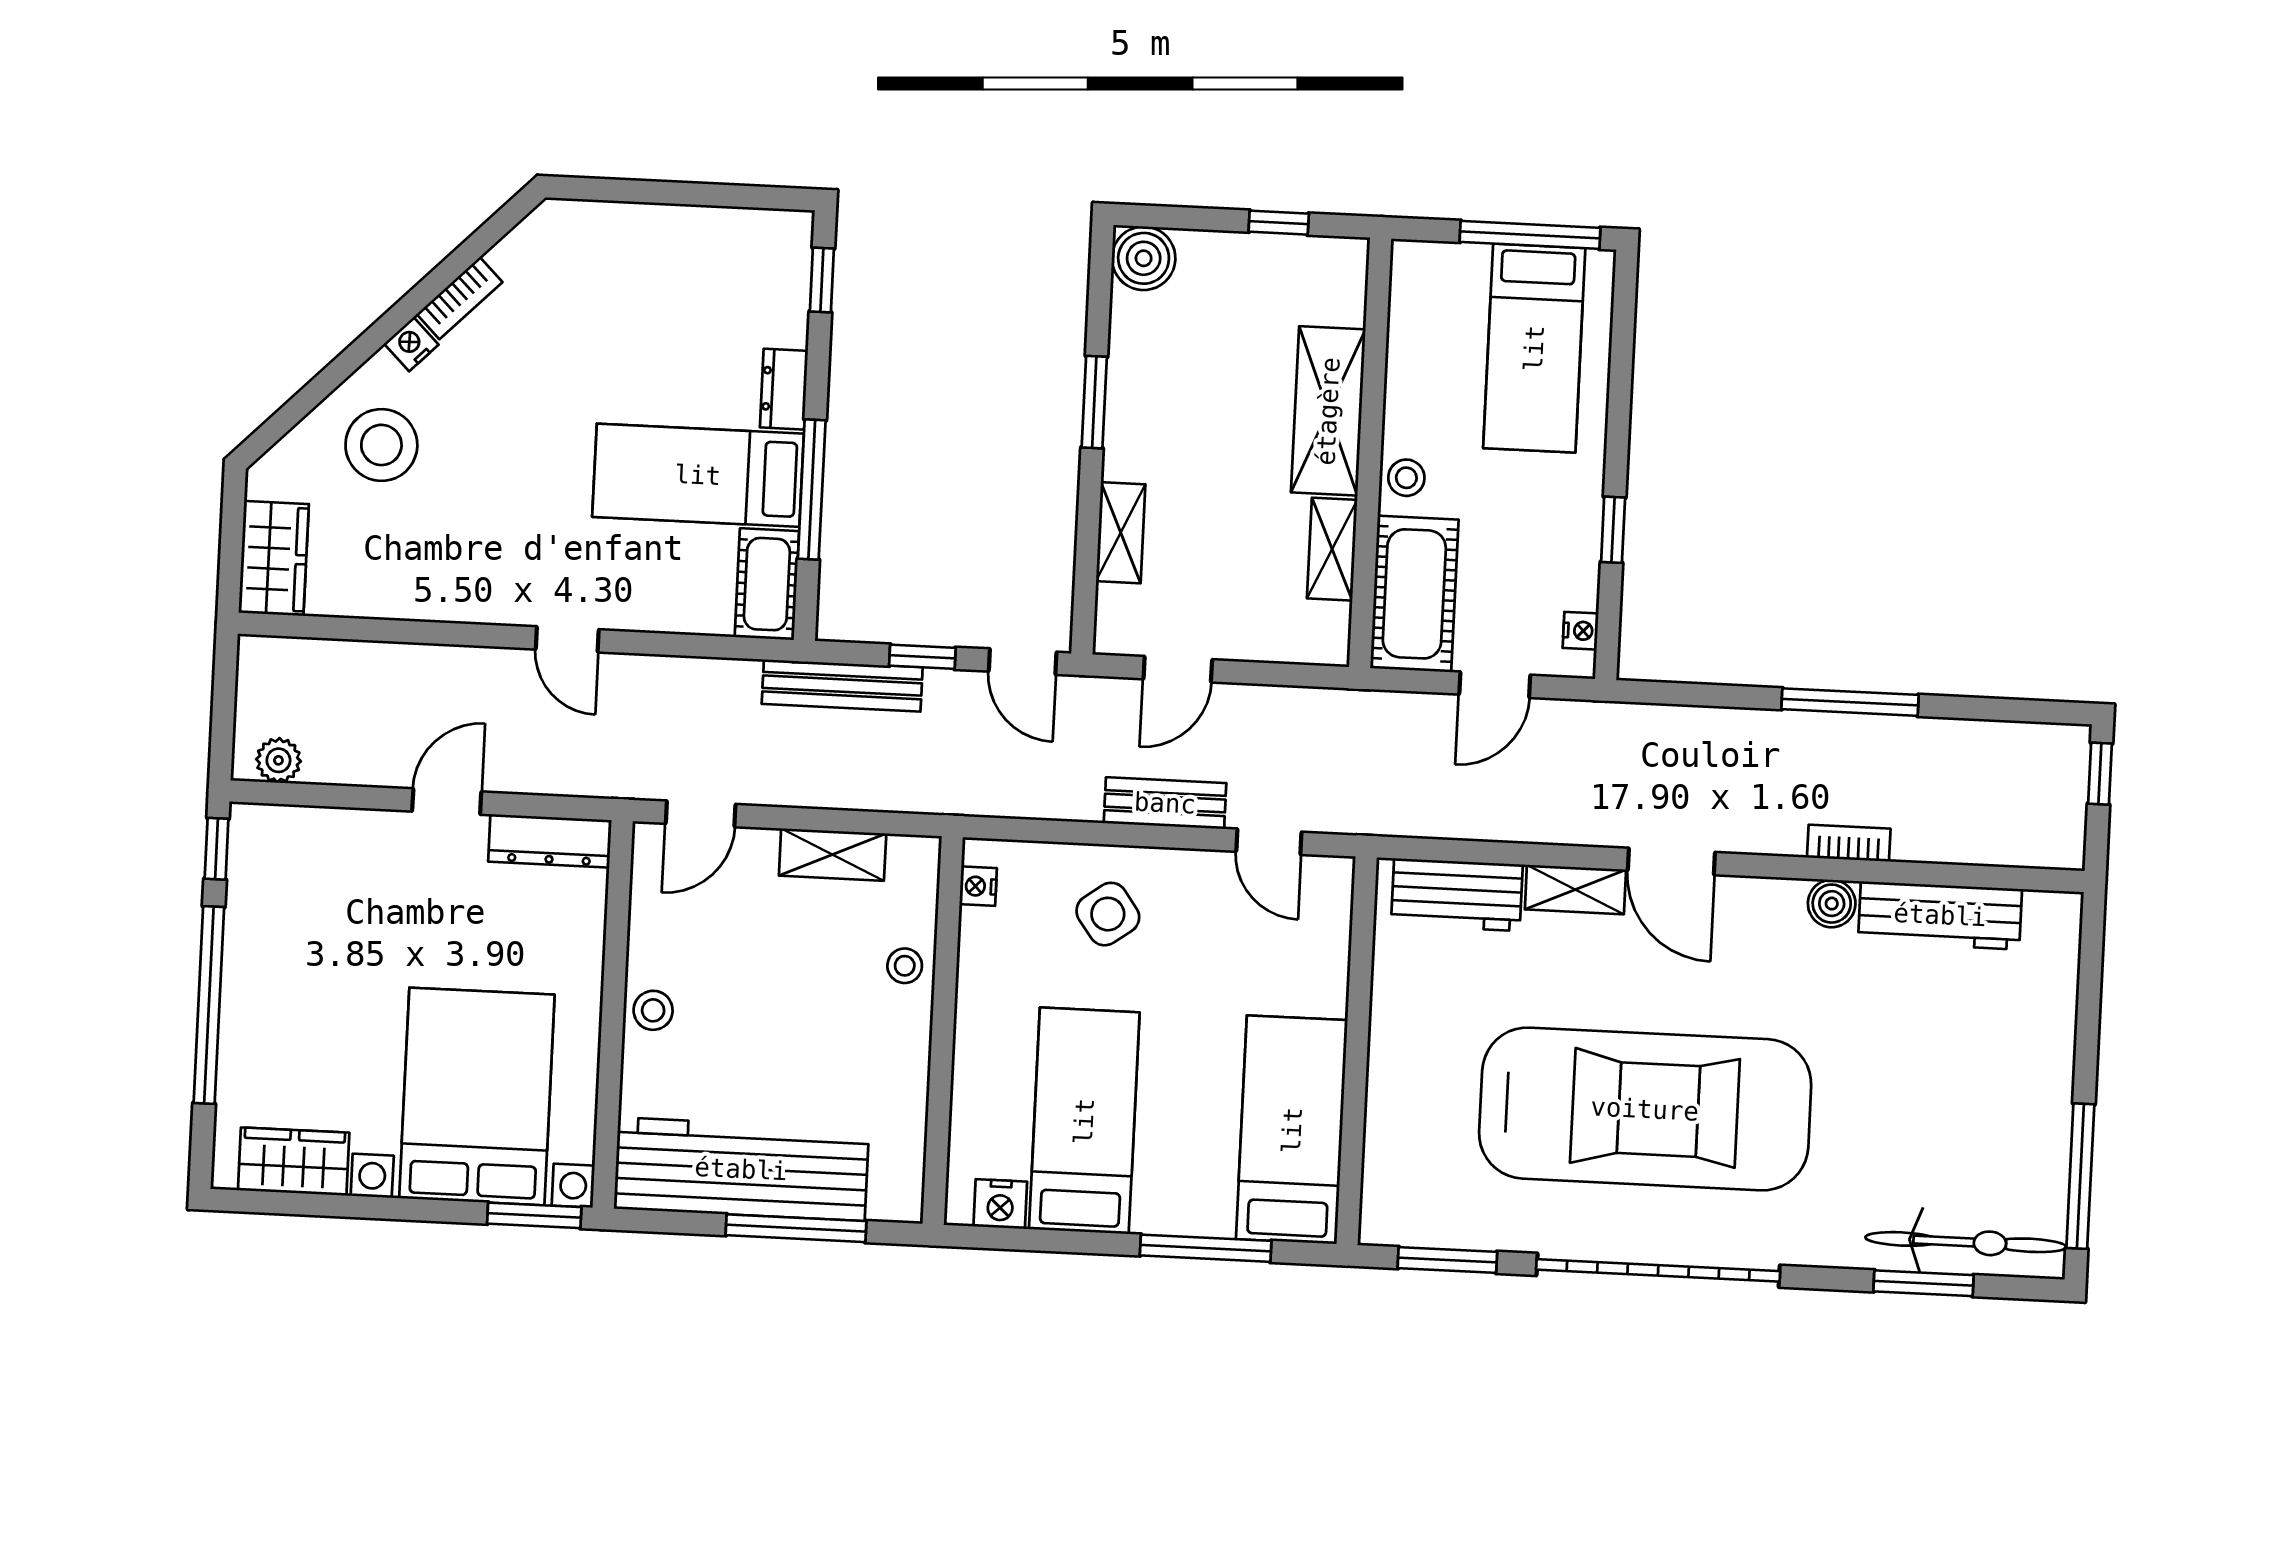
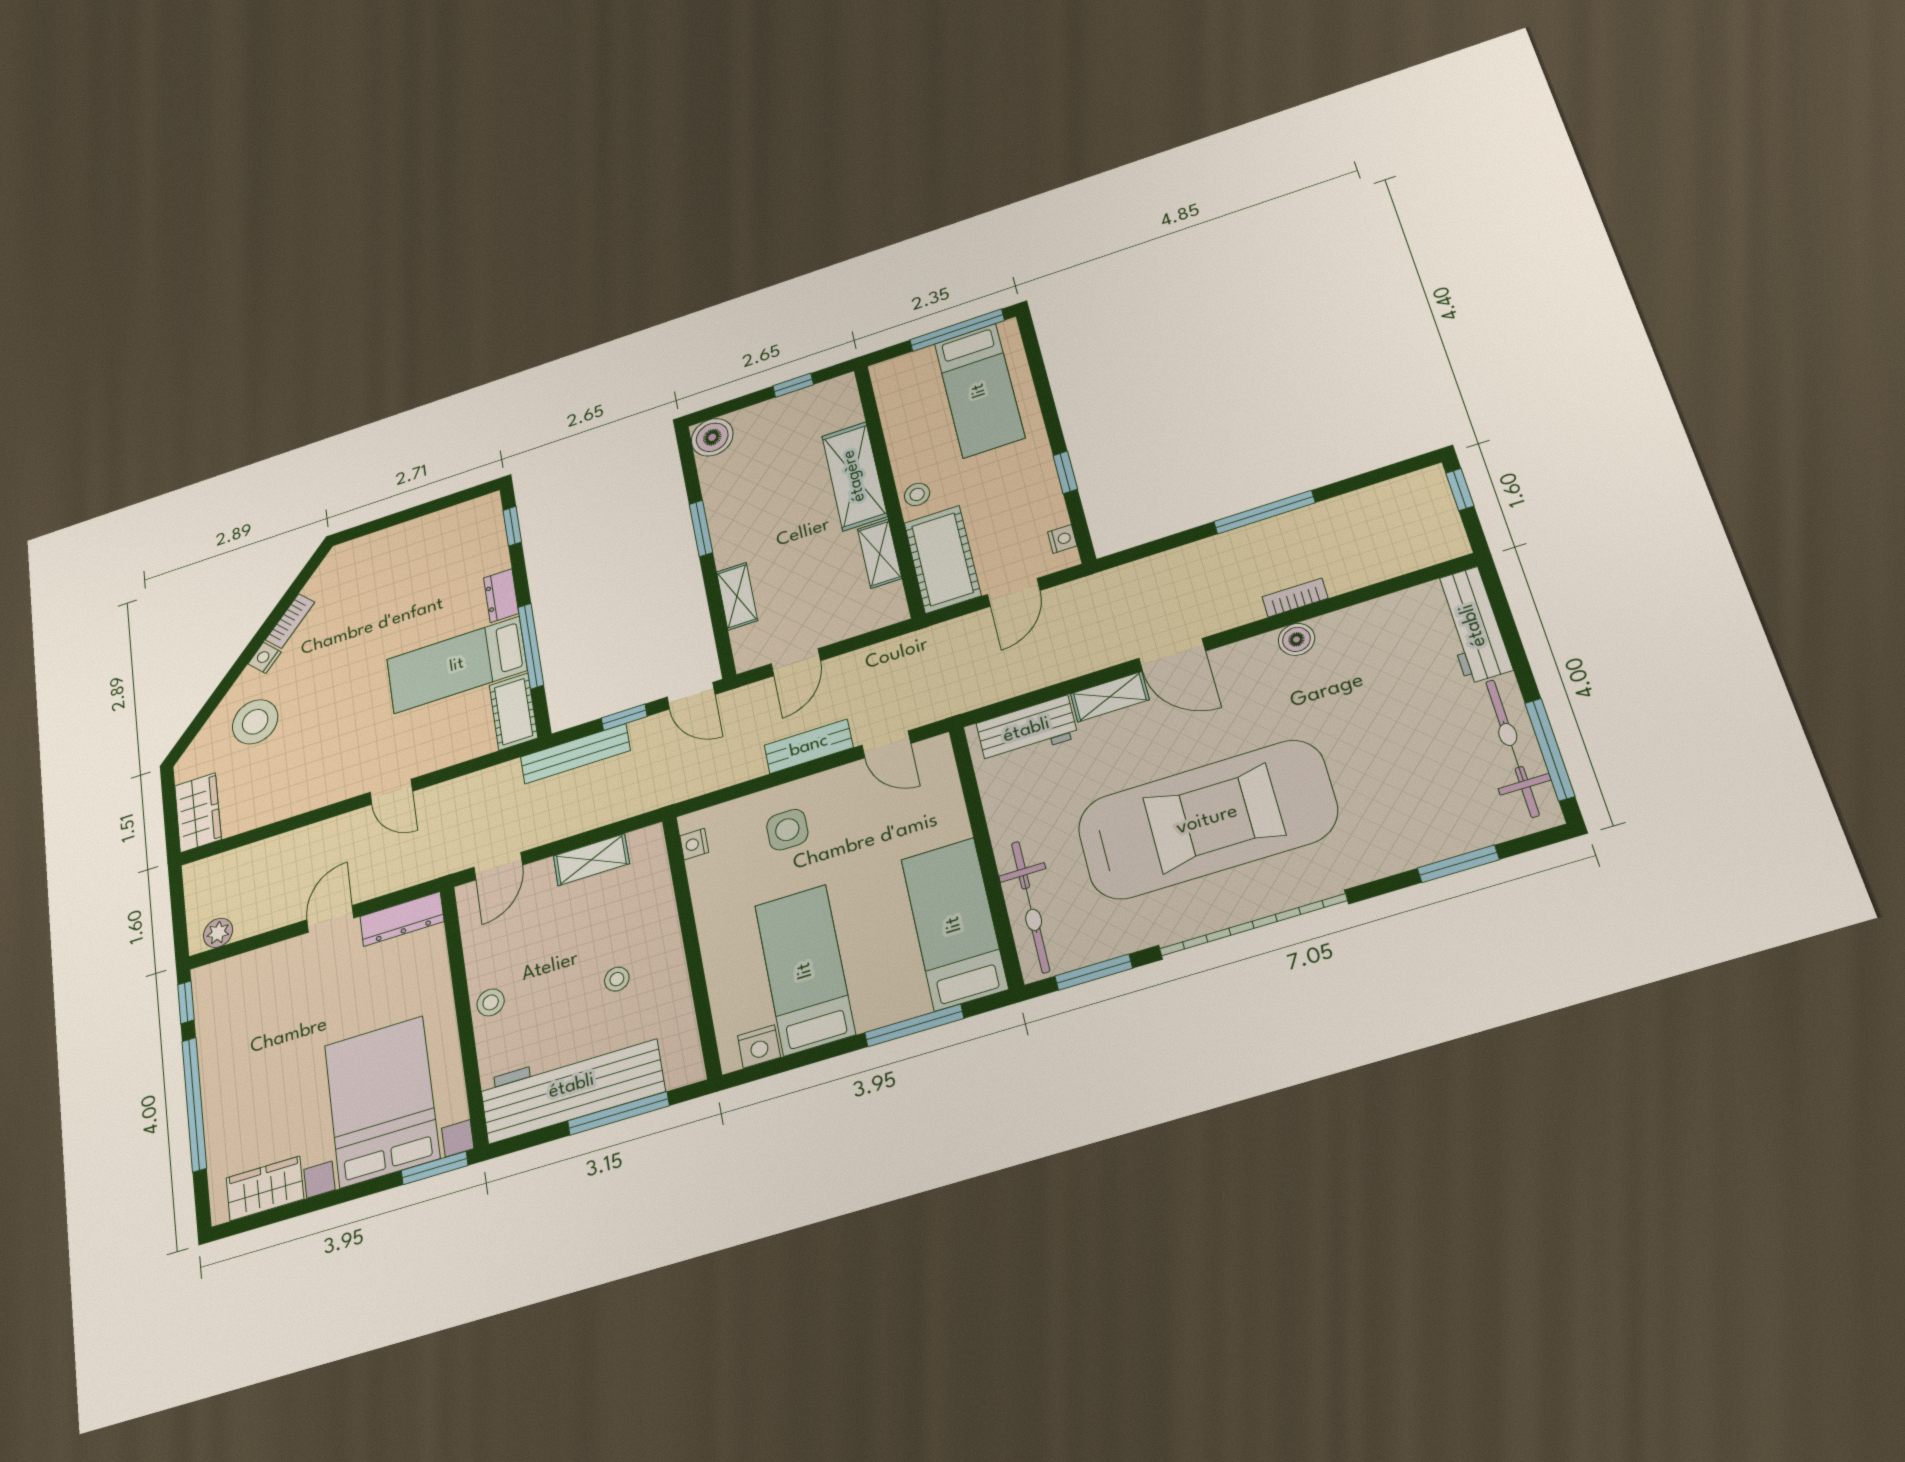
side table: (1108, 914) -> (787, 830), turned 36
workbench: (1940, 915) -> (1473, 625), moved, turned 90
stool: (905, 966) -> (617, 979), moved
bicycle: (1394, 1143) -> (1030, 907), added
bicycle: (1966, 1242) -> (1512, 748), moved, turned -90

